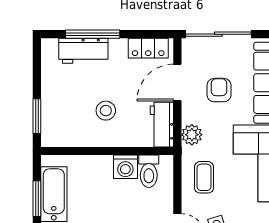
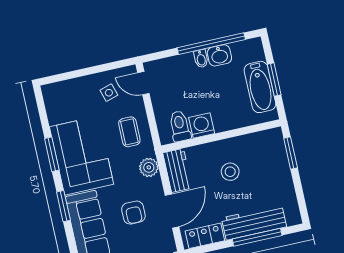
workbench: (83, 51) -> (254, 222), width x1.37

